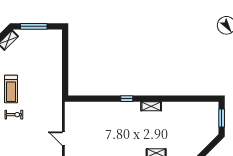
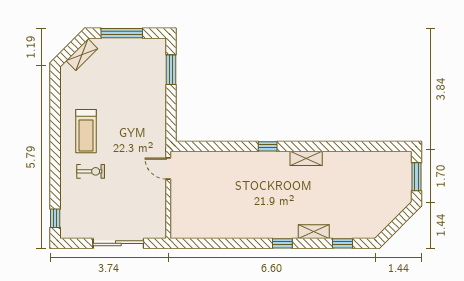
window: (65, 50) -> (171, 70), added
door: (63, 139) -> (168, 169), moved

